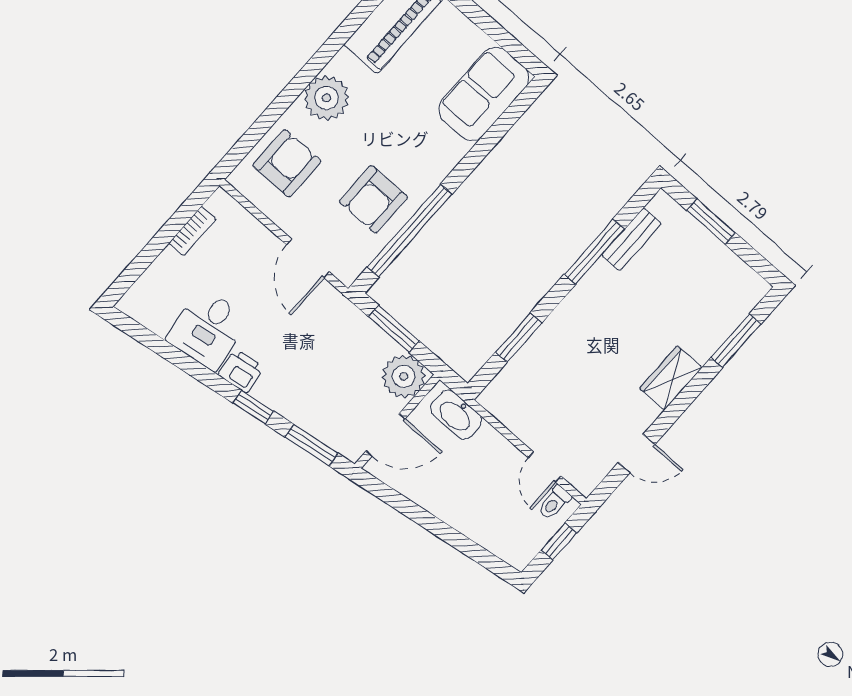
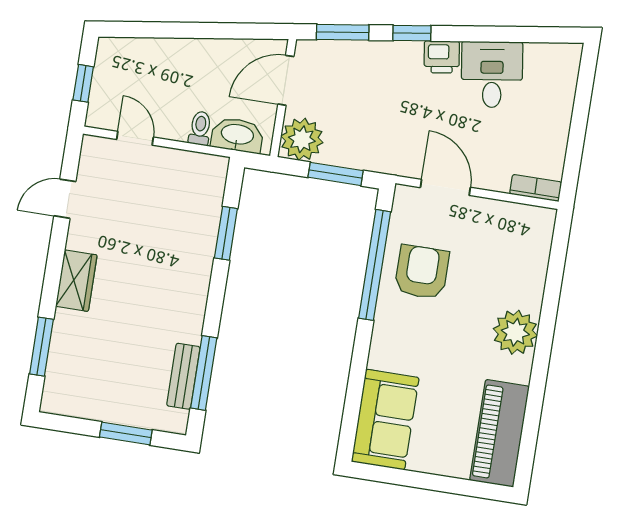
armchair: (287, 163) -> (514, 256), removed
bookcase: (192, 231) -> (536, 188), moved, turned 90
window: (594, 252) -> (204, 373), moved
toilet: (554, 503) -> (200, 128), moved

